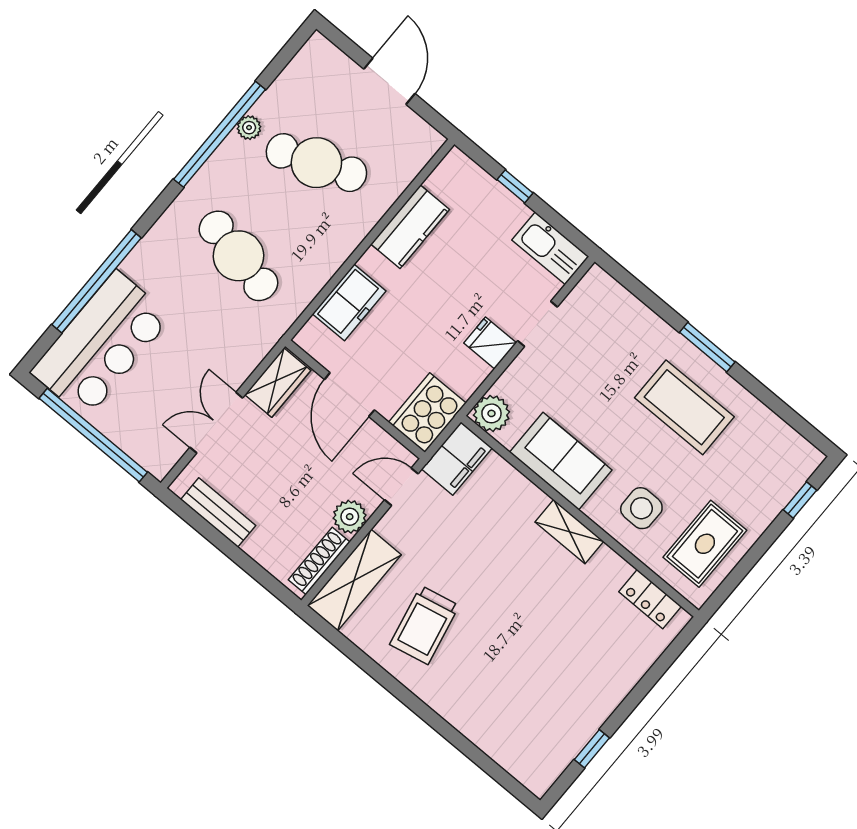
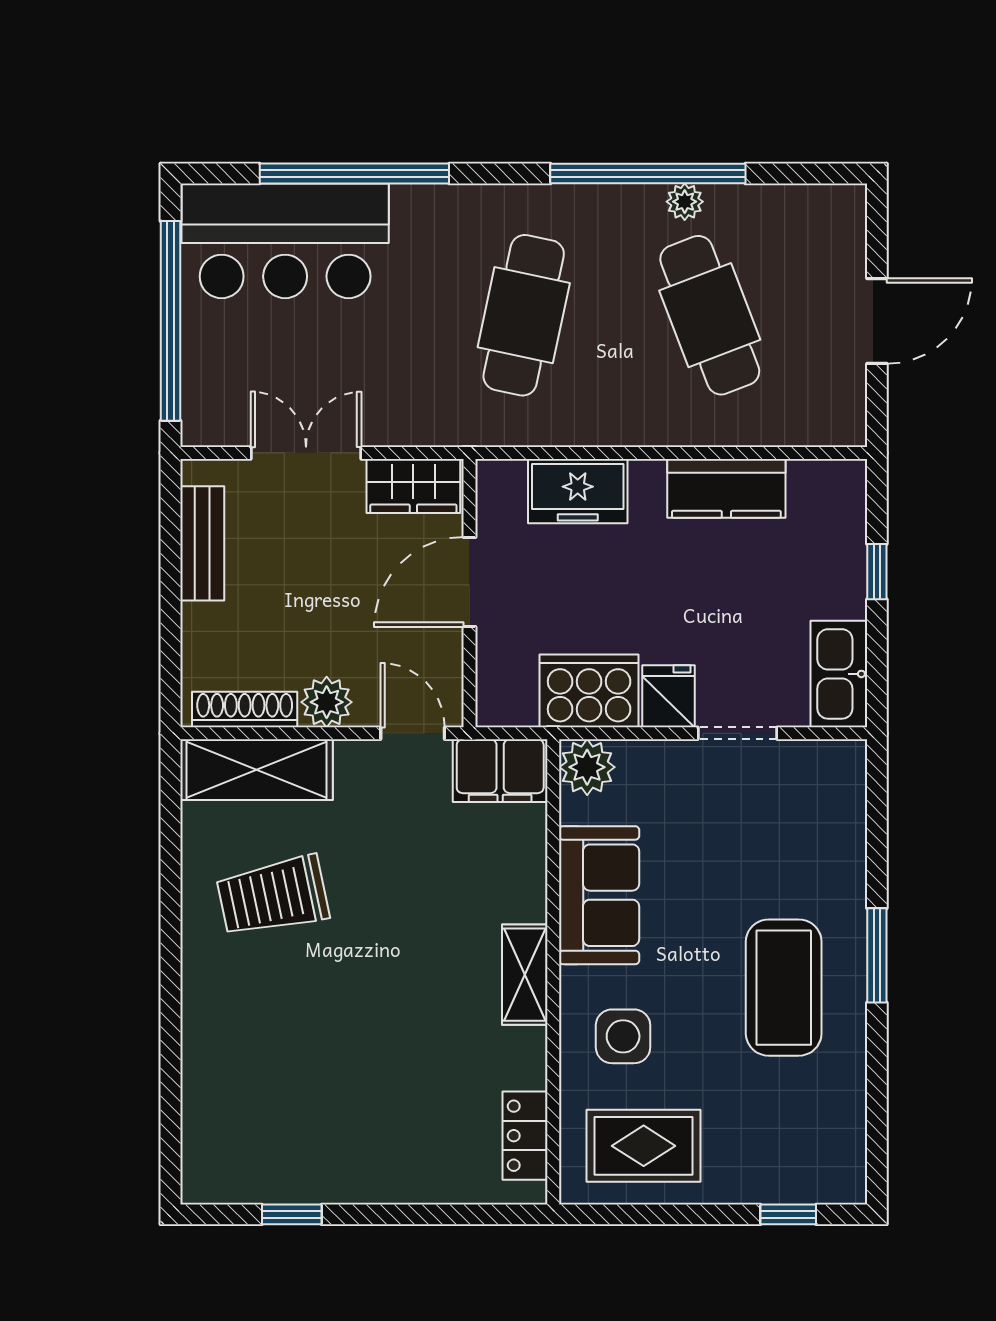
cooker: (427, 413) -> (589, 691), moved

